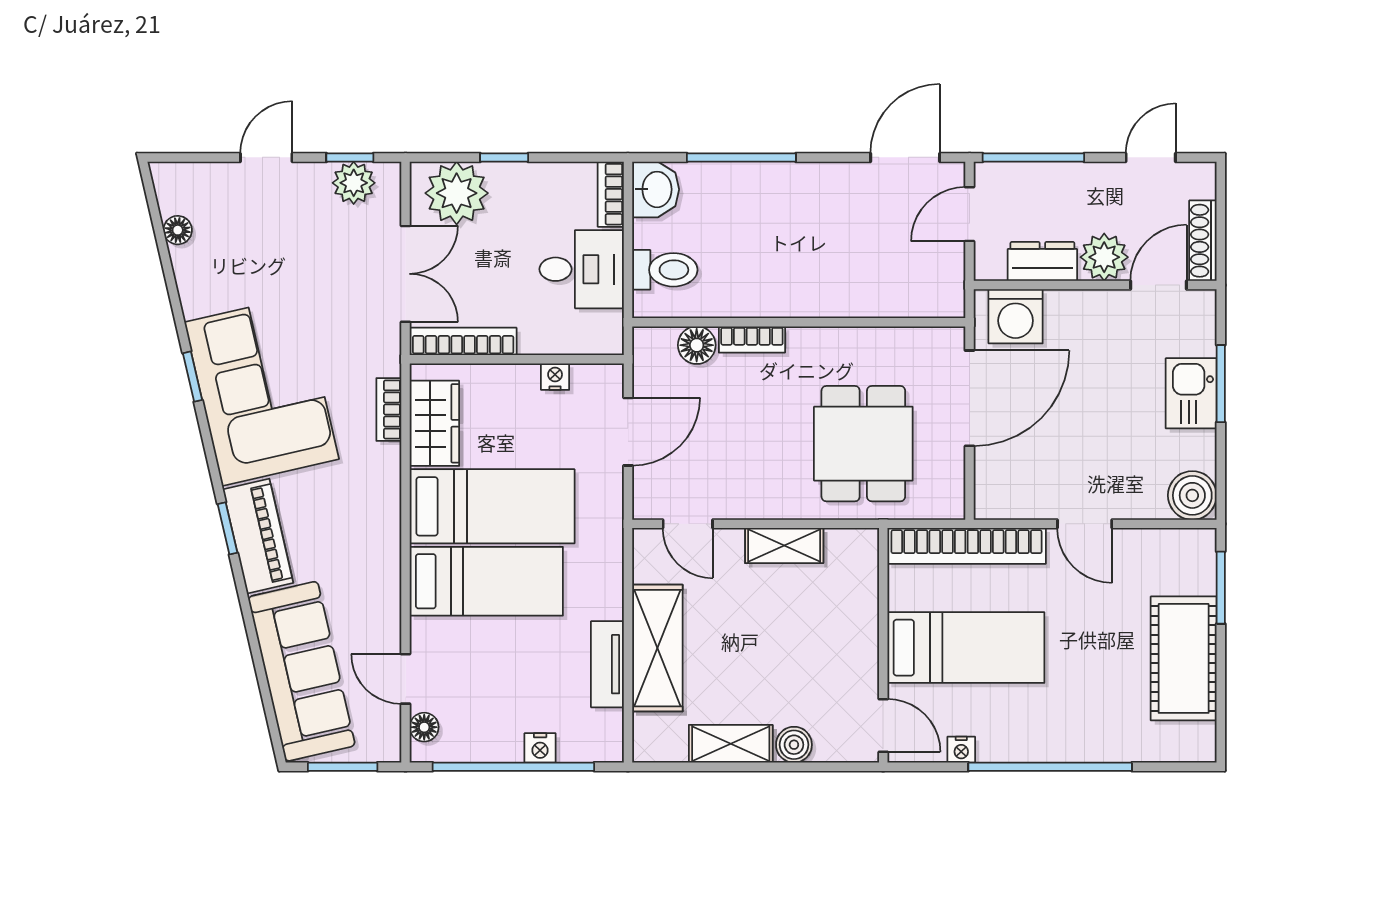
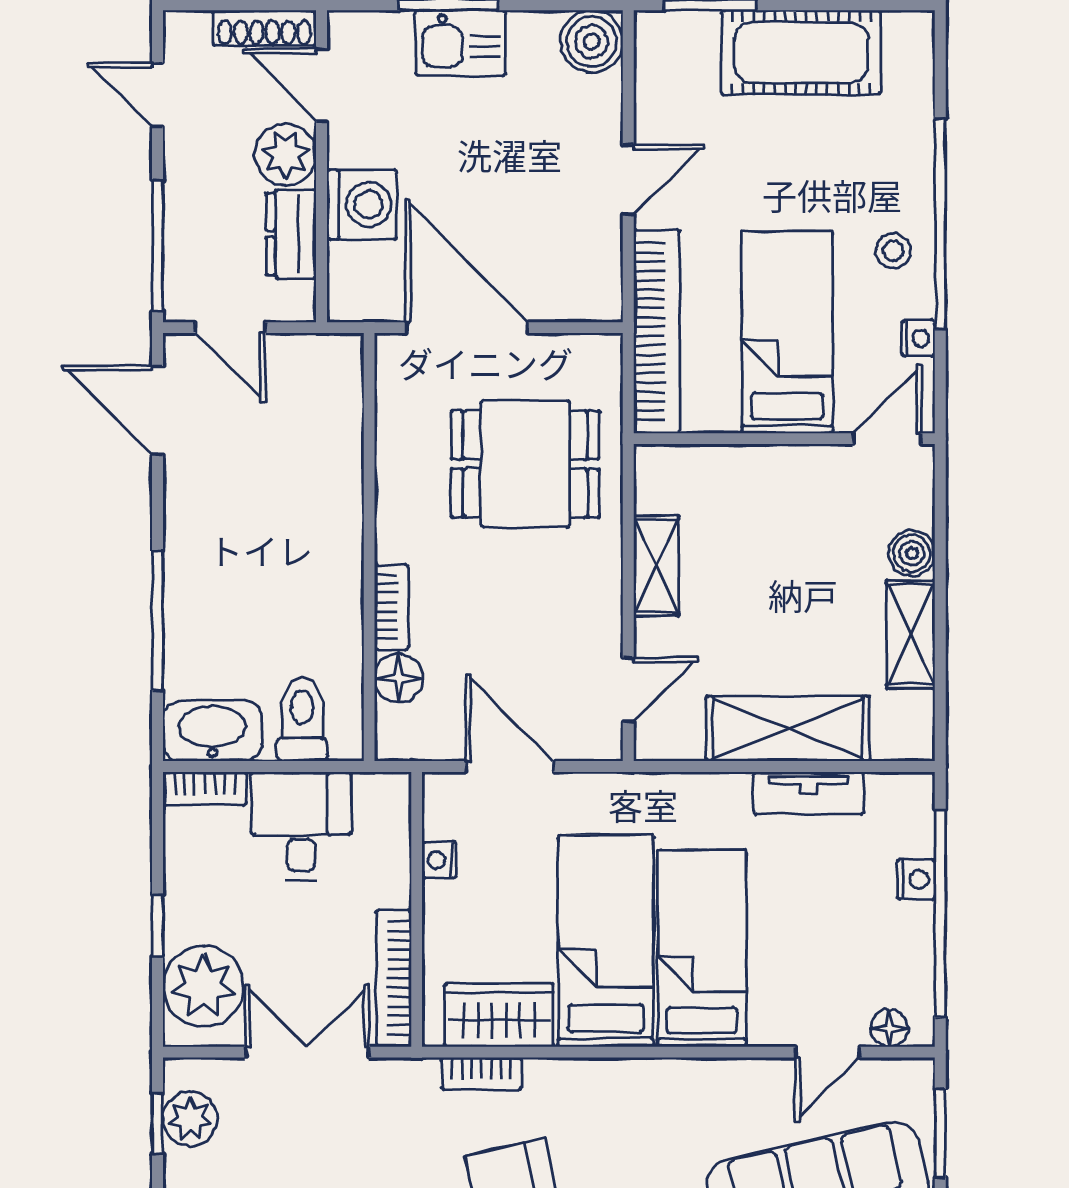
washbasin: (656, 189) -> (212, 731), width x1.38
washing machine: (1016, 316) -> (362, 204), moved
stool: (1029, 730) -> (893, 251), added

